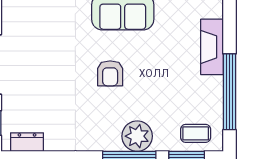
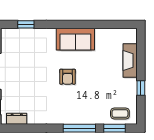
window: (230, 92) -> (141, 88), width x0.32
plant: (137, 136) -> (84, 115), removed

